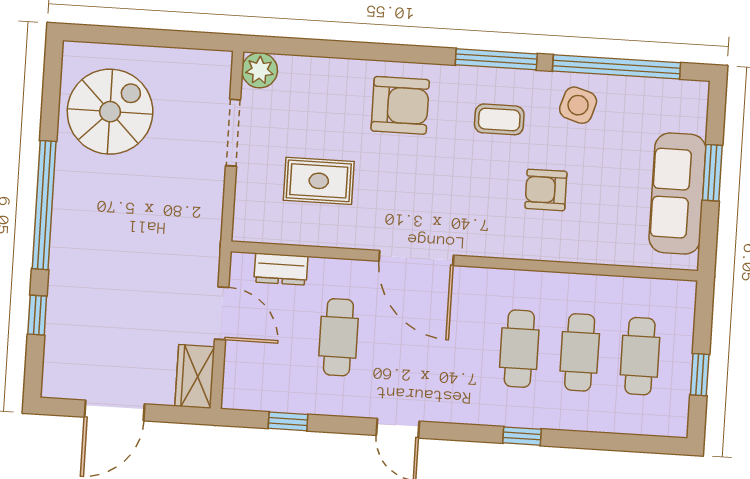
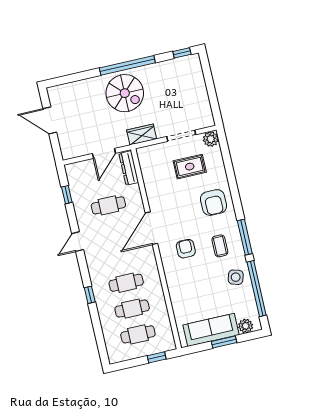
spiral stairs: (110, 112) -> (125, 93), moved
plant: (691, 115) -> (246, 326), added
rug: (319, 181) -> (190, 167), moved, turned 90
armchair: (546, 190) -> (186, 249), moved
dresser: (281, 269) -> (129, 168), width x1.44
window: (37, 315) -> (182, 53), moved
window: (700, 375) -> (157, 357), moved
wardrobe: (195, 376) -> (142, 135), moved

